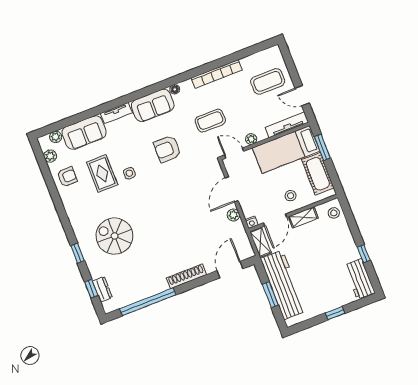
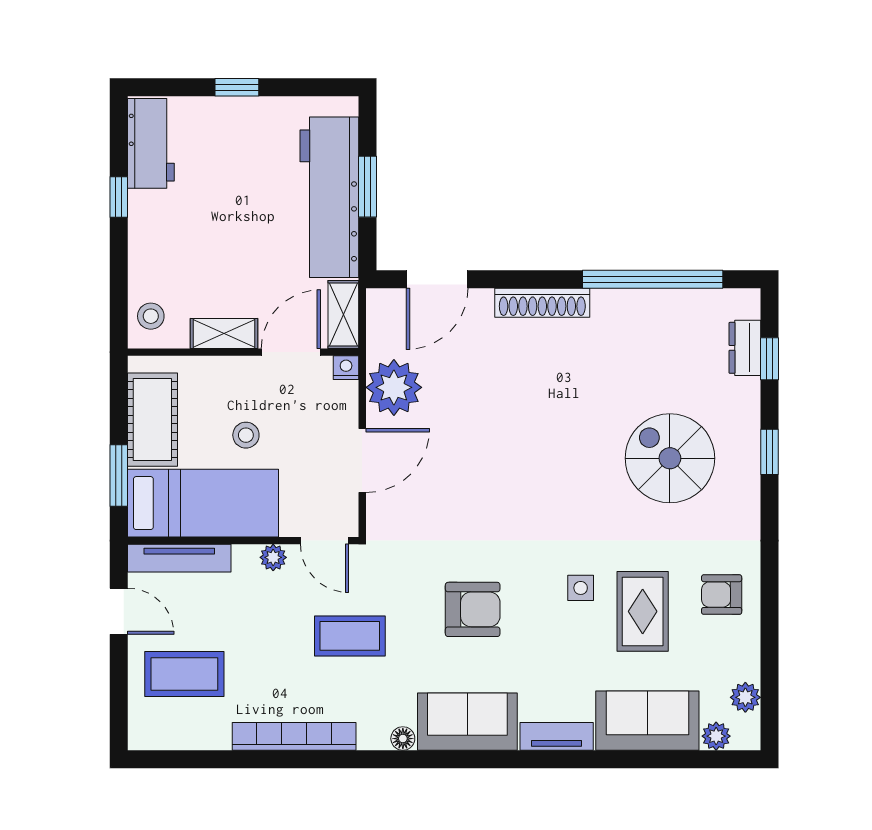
armchair: (67, 177) -> (722, 595), moved
stool: (291, 196) -> (246, 435), moved
plant: (233, 215) -> (394, 387), width x1.87, depth x1.87
spiral stairs: (115, 236) -> (670, 458), turned 180

